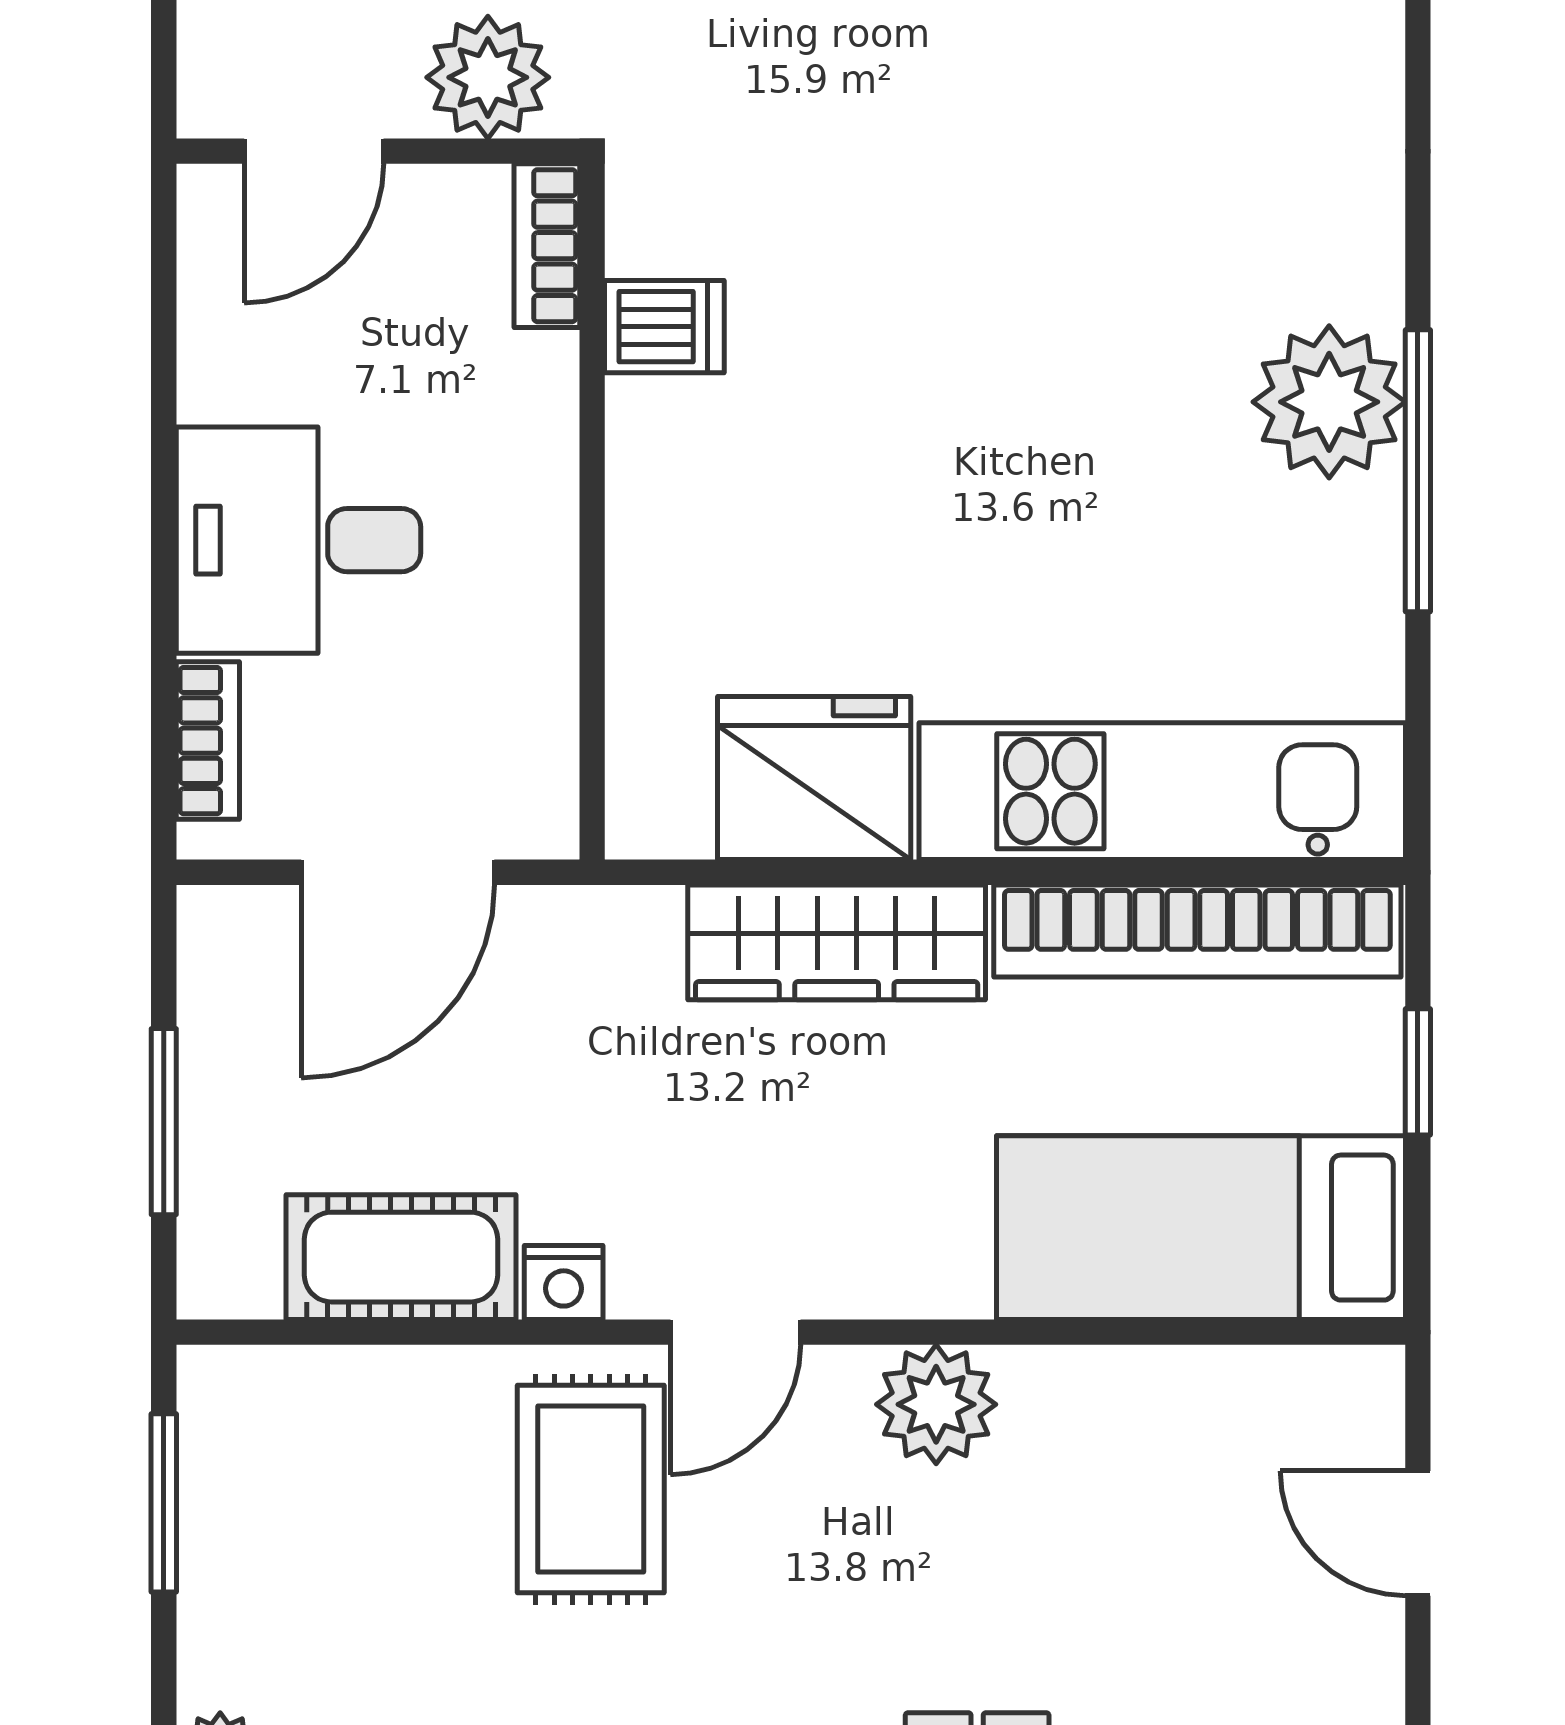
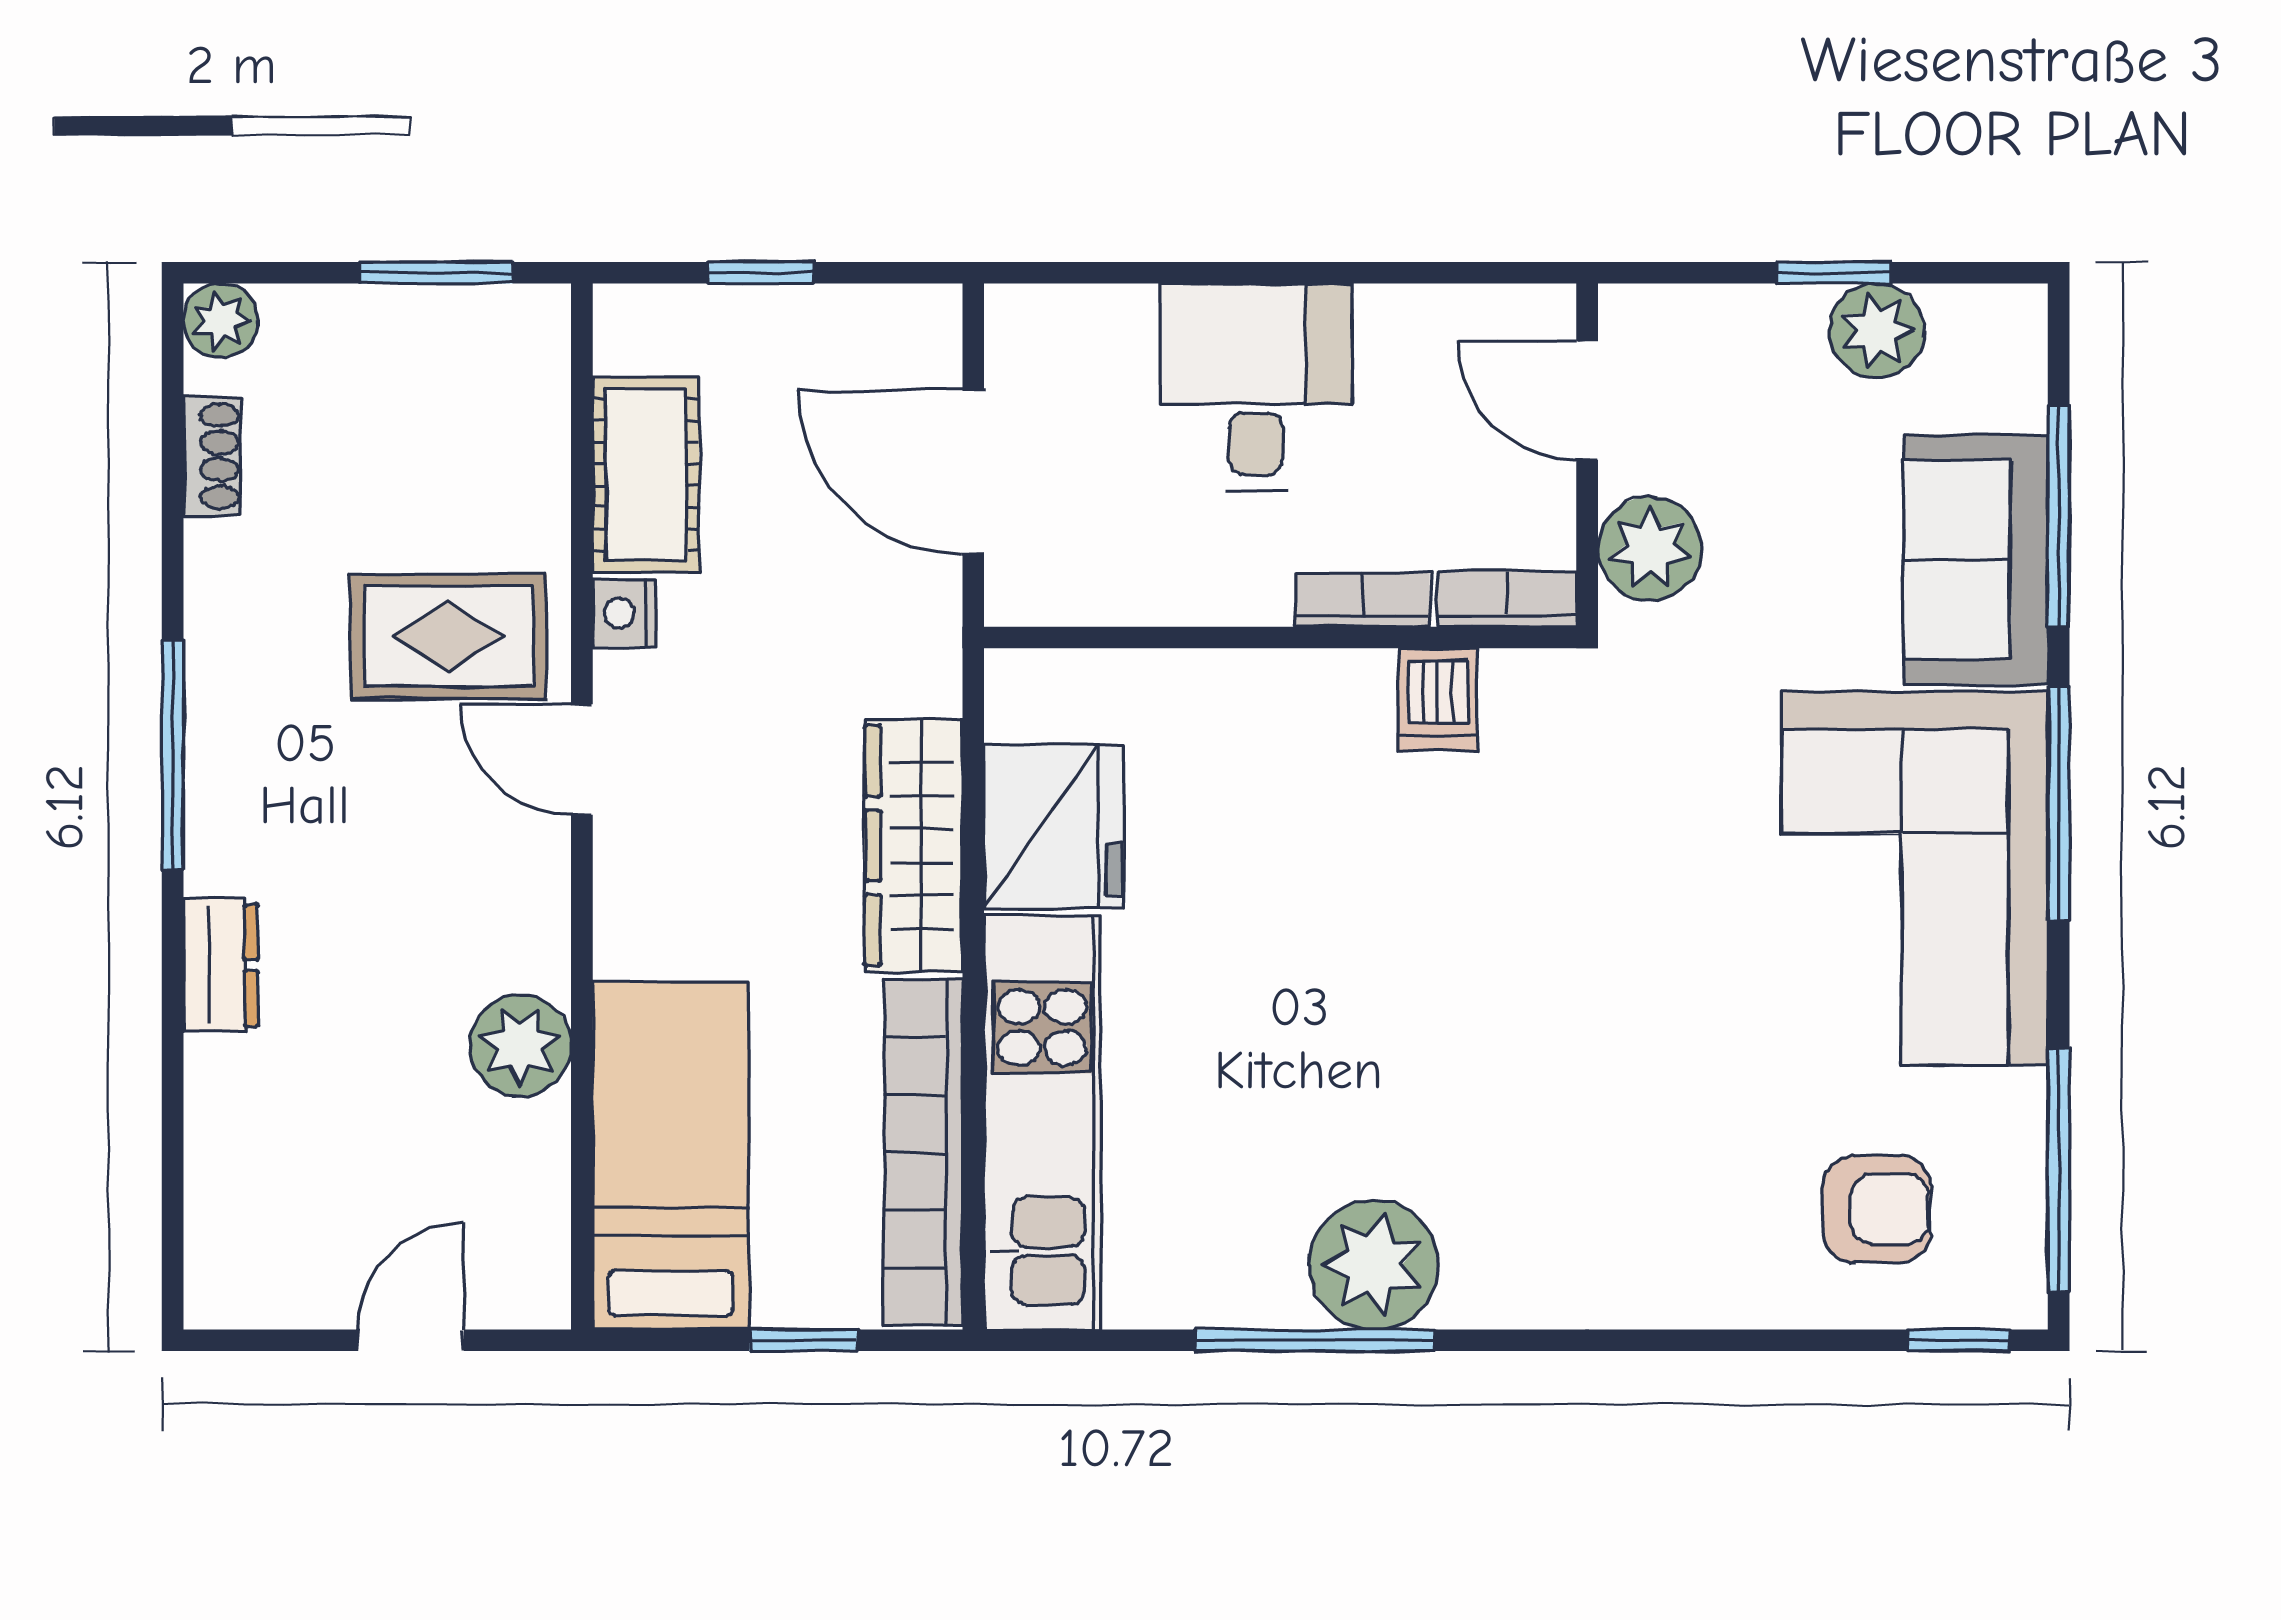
bookcase: (208, 741) -> (1363, 600), moved, turned 180
window: (164, 1122) -> (761, 273), width x0.67
plant: (936, 1404) -> (520, 1046), moved

